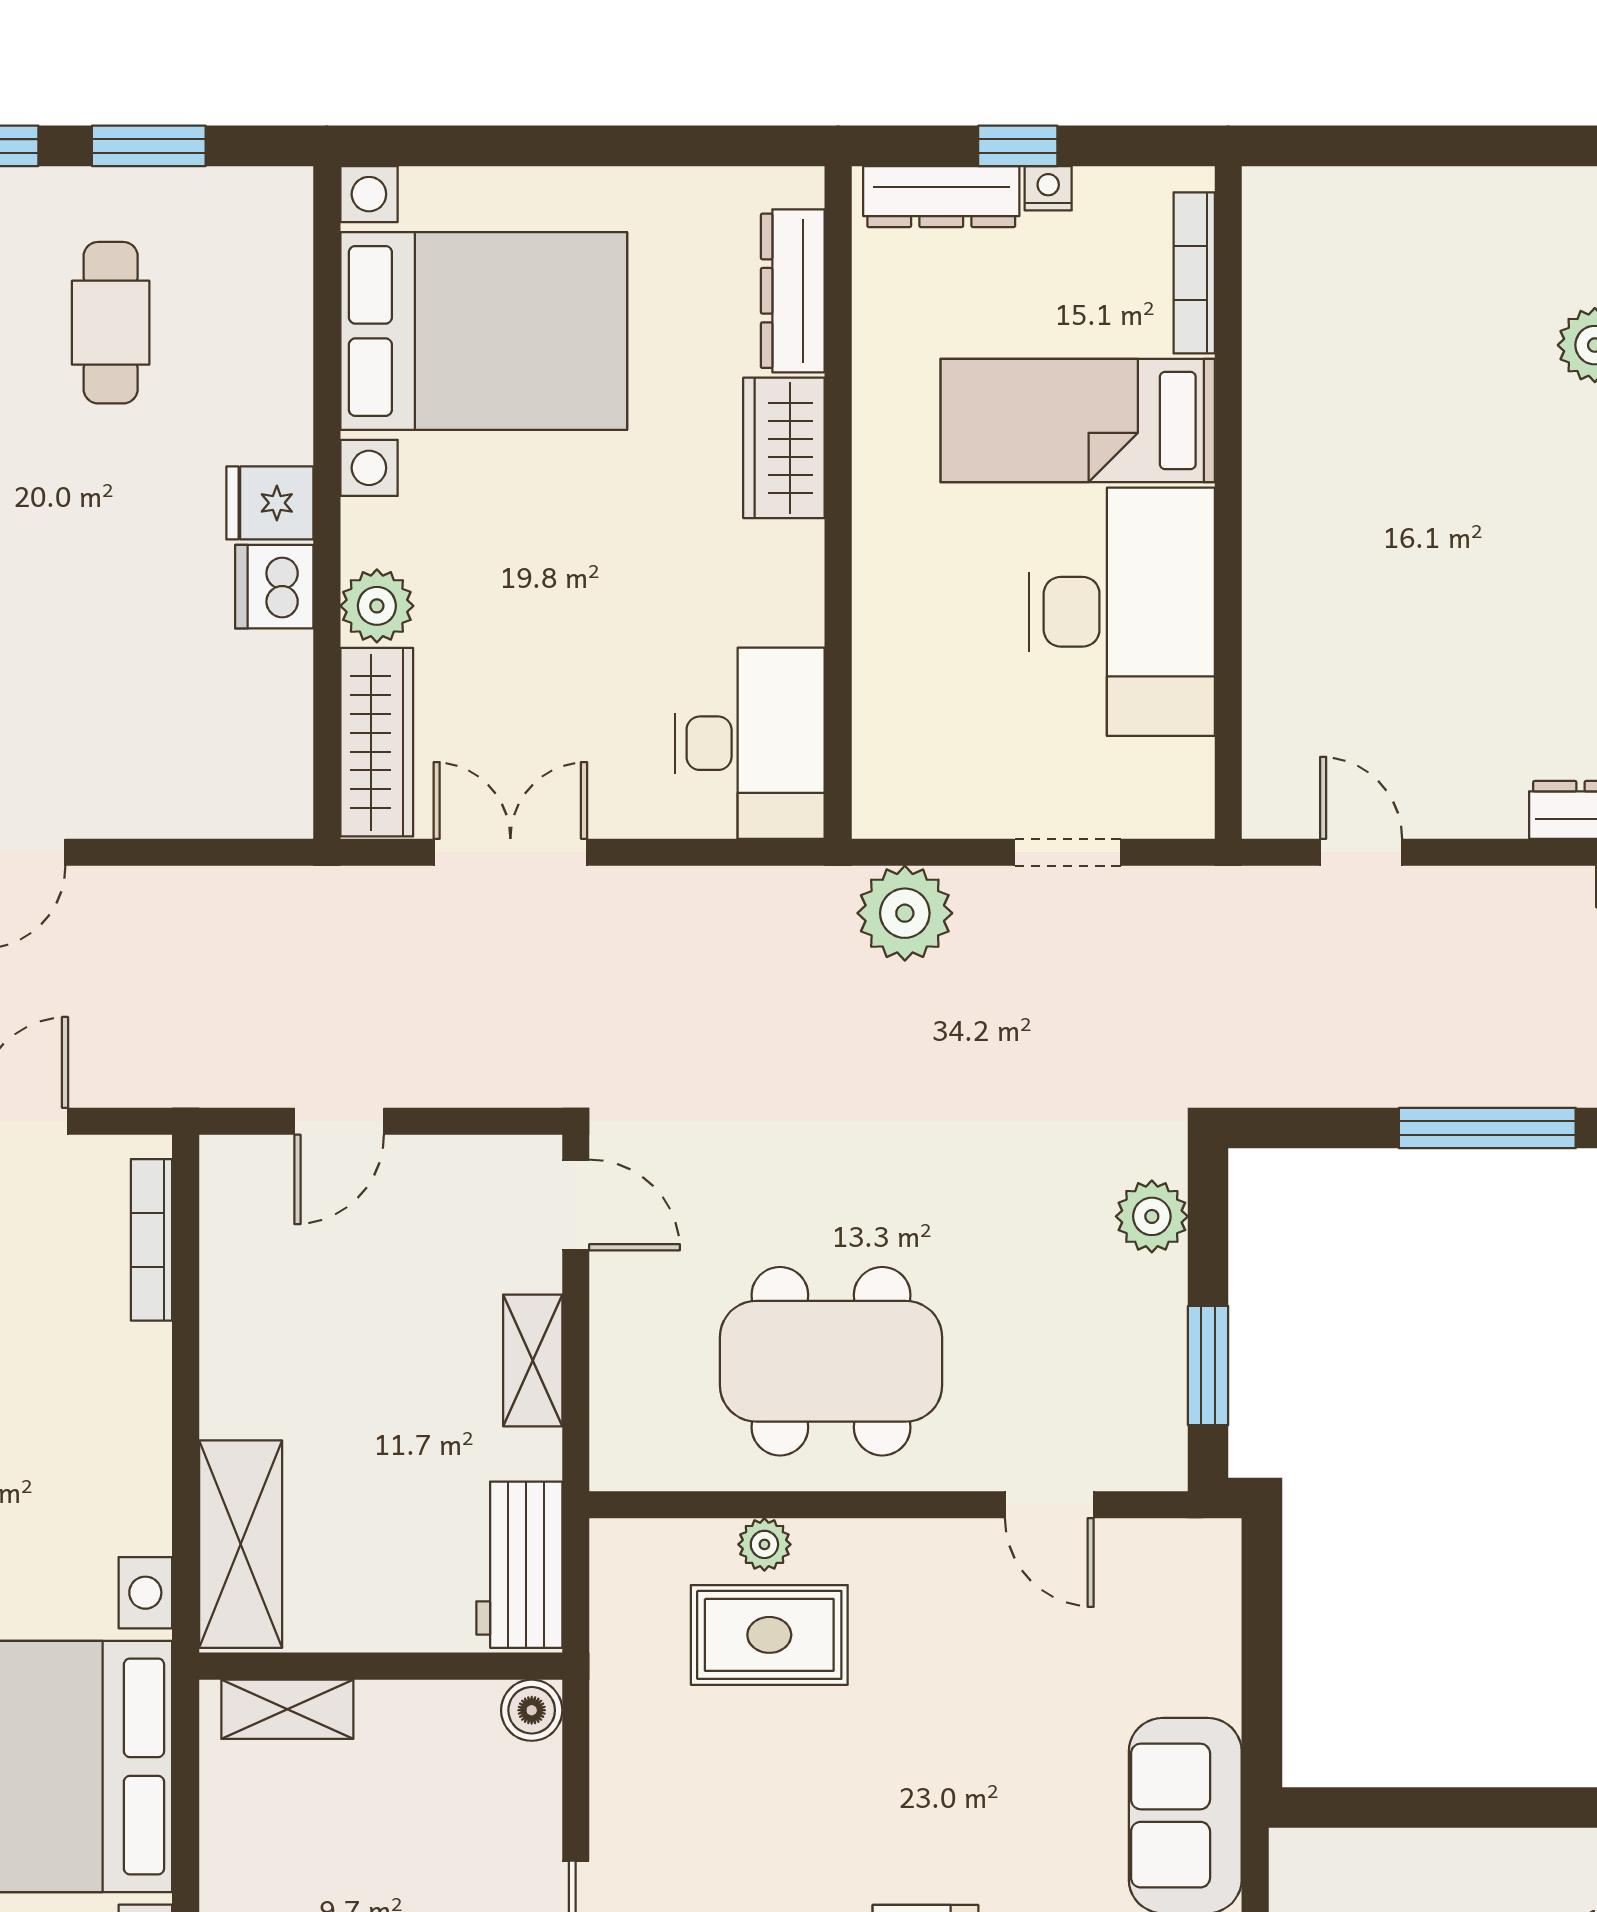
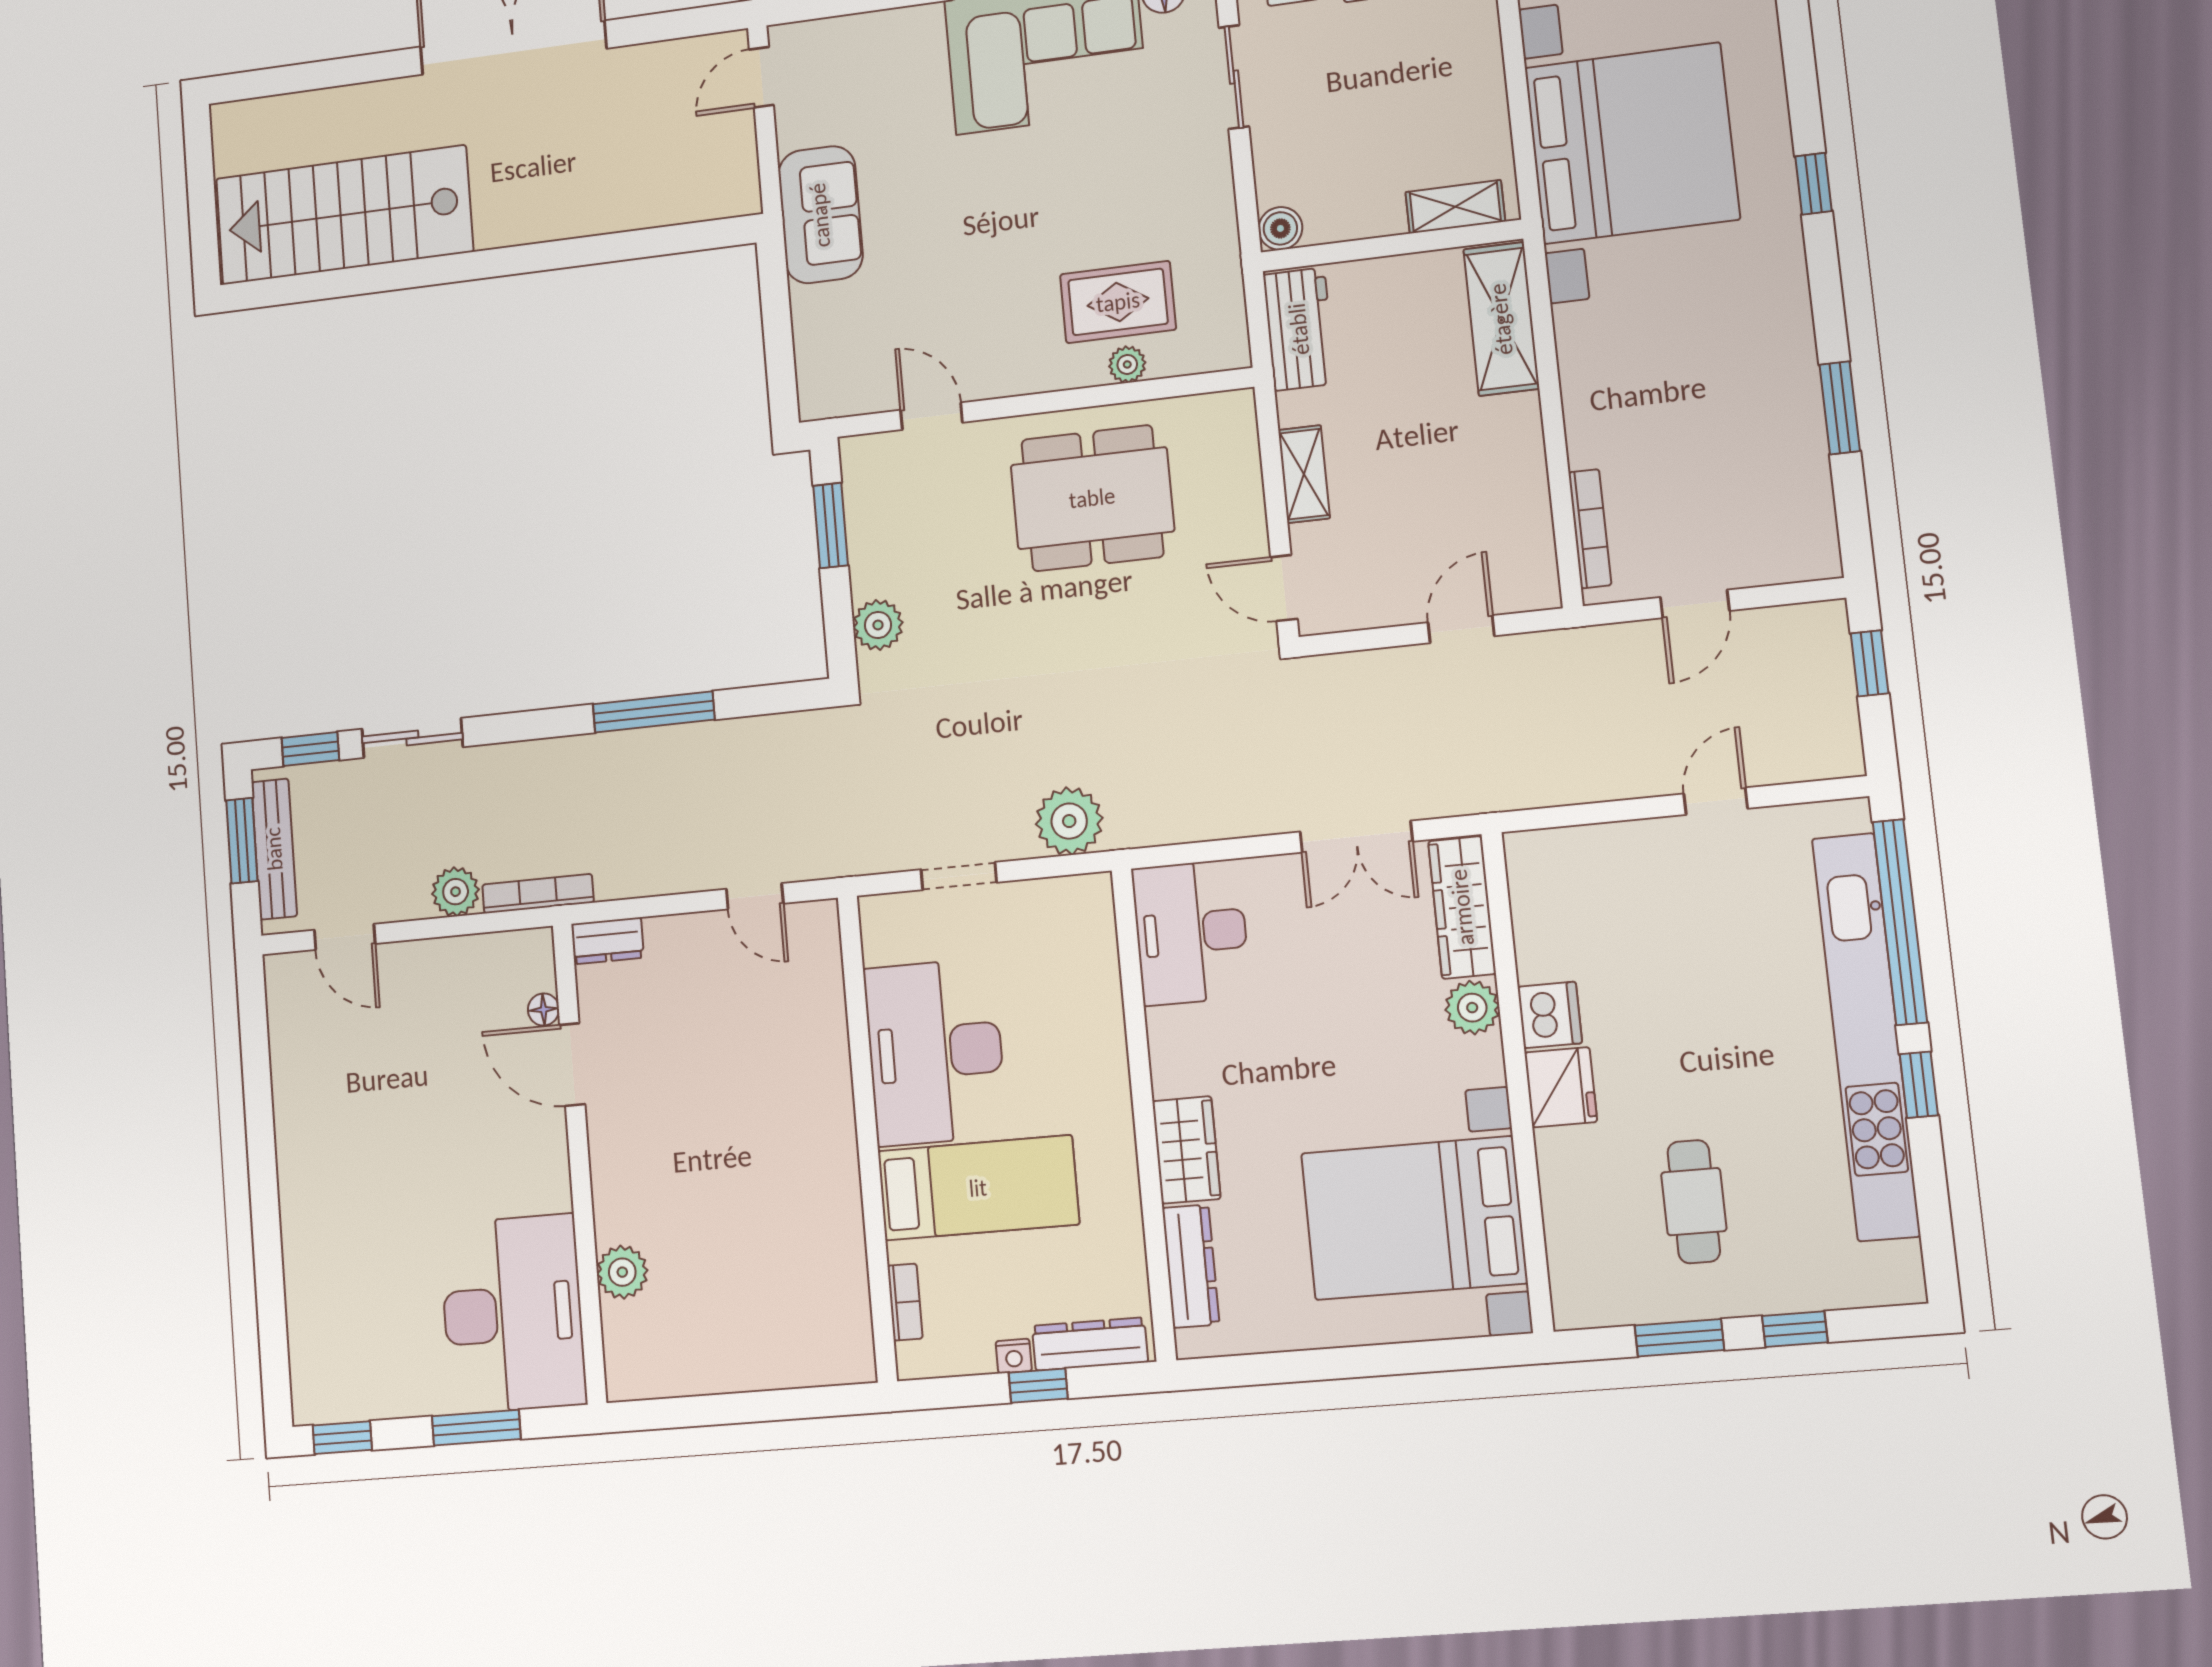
bookcase: (1194, 273) -> (905, 1302), width x0.64
fridge: (270, 503) -> (1561, 1087), width x1.38

